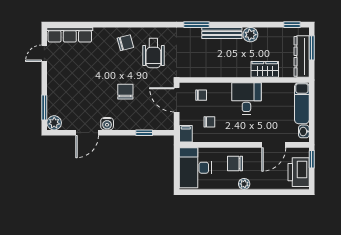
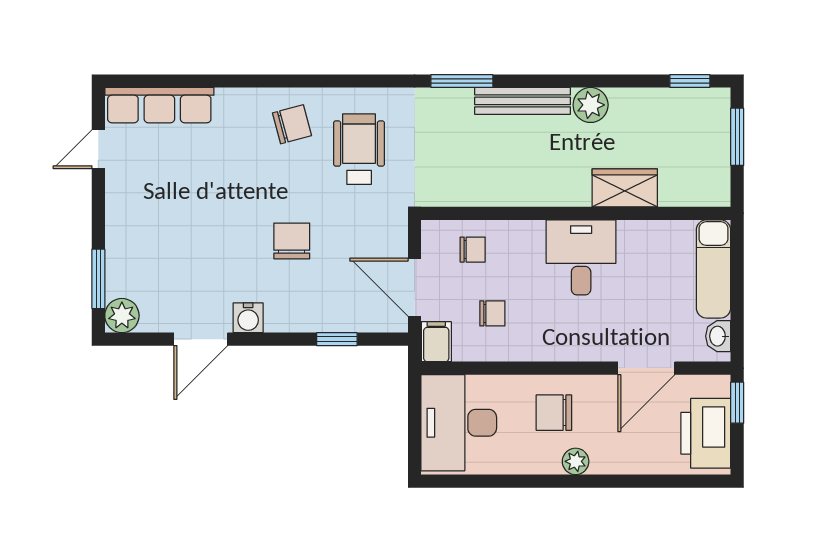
wheelchair: (153, 53) -> (359, 149), turned 180
dresser: (302, 56) -> (713, 157), removed
door: (177, 100) -> (415, 287), moved

